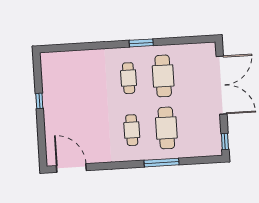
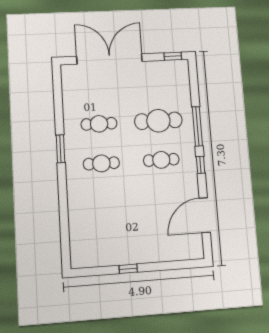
cafe table: (163, 76) -> (99, 124), width x0.73, depth x0.74
window: (127, 165) -> (201, 165), added
door: (71, 168) -> (205, 215), moved

